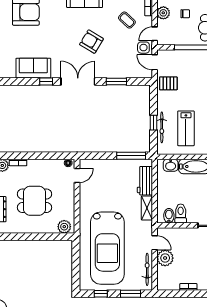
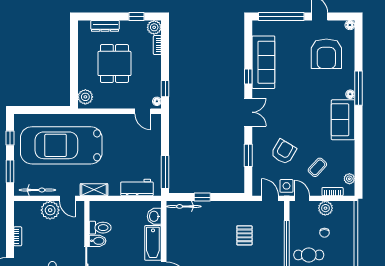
armchair: (91, 42) -> (284, 152), moved
door: (155, 62) -> (270, 198), hinge flipped
sofa: (33, 68) -> (263, 62), width x1.36
double door: (78, 82) -> (248, 112), width x0.73
pallet: (168, 83) -> (244, 235), moved
bicycle: (162, 127) -> (184, 206), moved
lab bench: (186, 128) -> (196, 234), removed
window: (57, 156) -> (165, 89), added
shelving: (147, 208) -> (94, 190), moved
bidet: (169, 216) -> (98, 241), moved
door: (155, 243) -> (67, 198), hinge flipped

